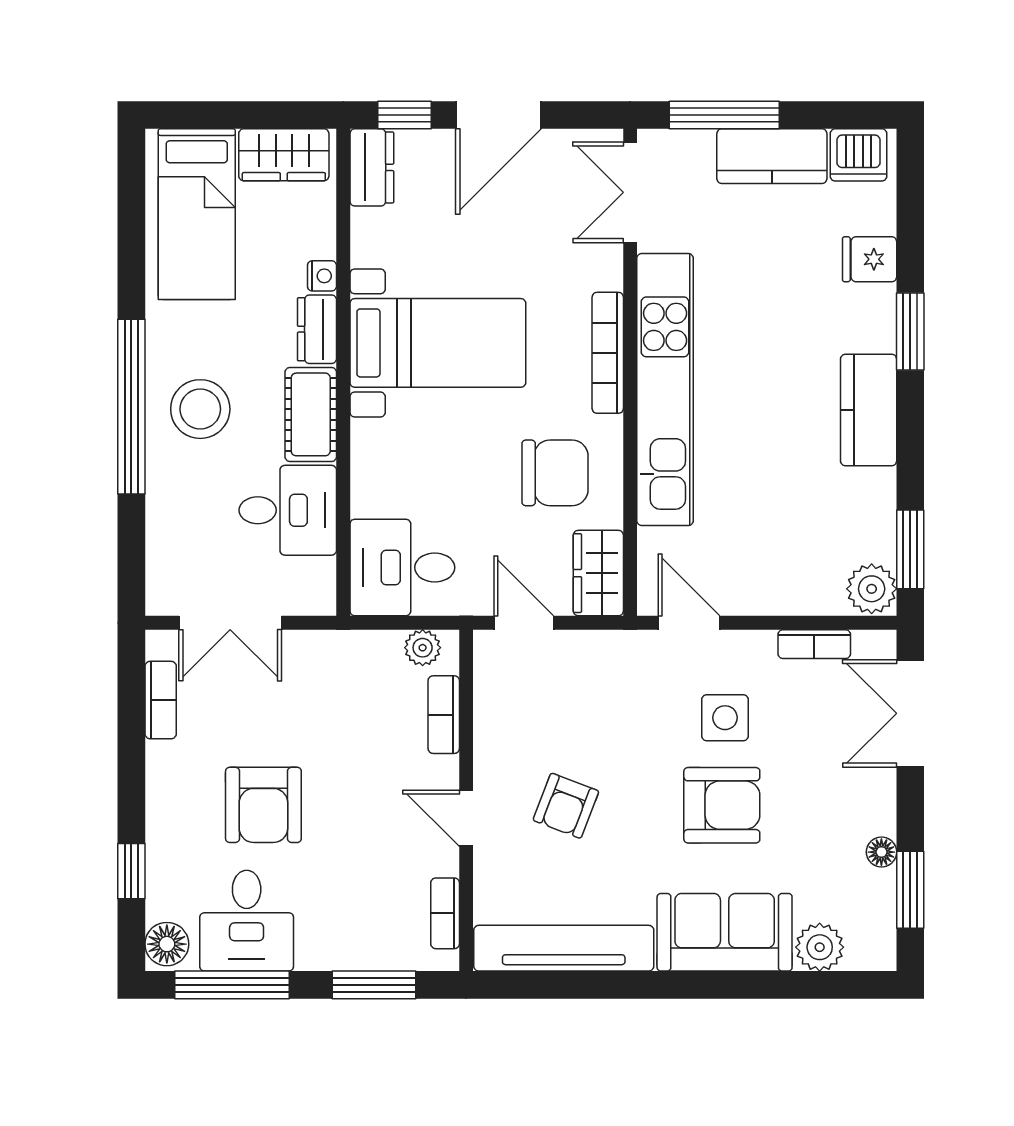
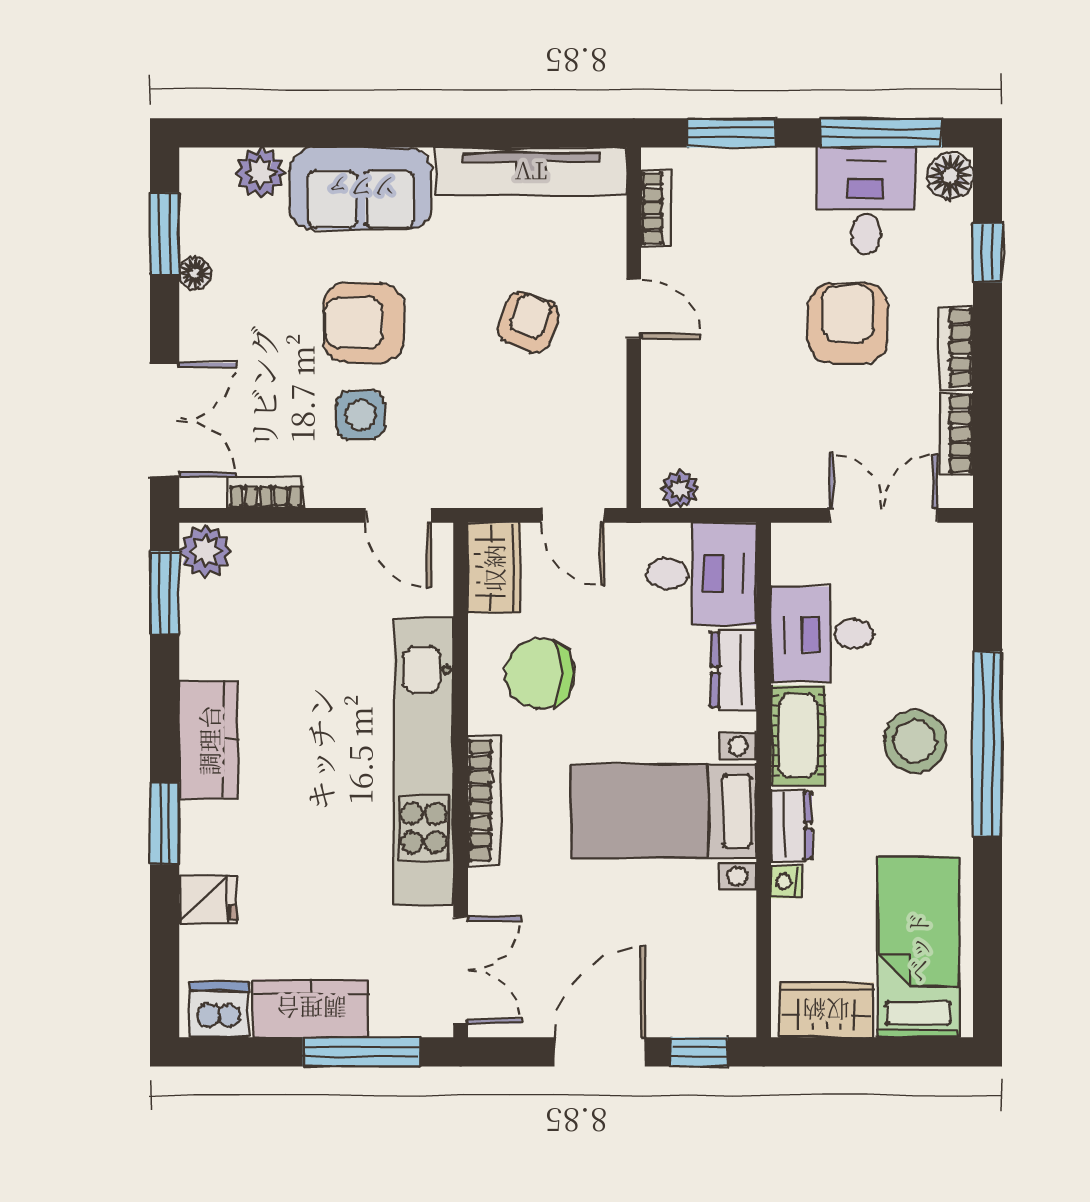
dresser: (372, 167) -> (733, 670), moved
bookcase: (444, 715) -> (957, 348), moved, turned 180

